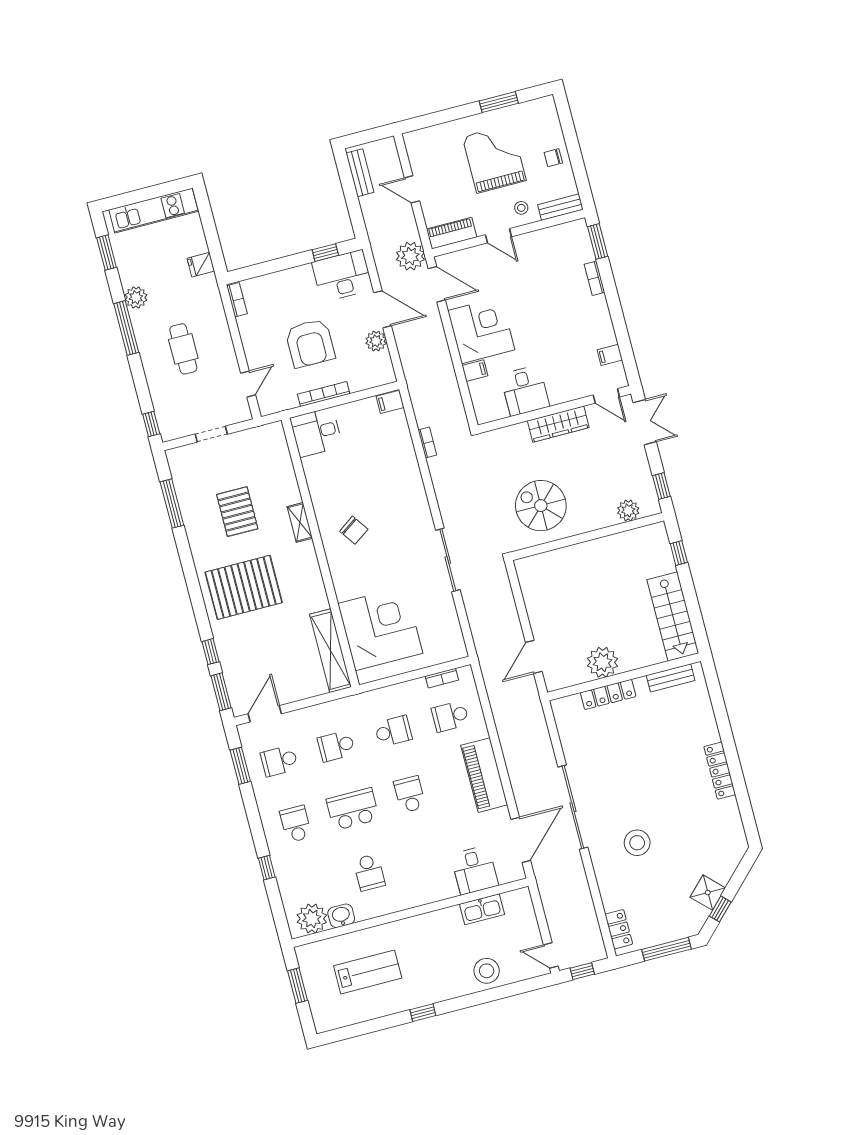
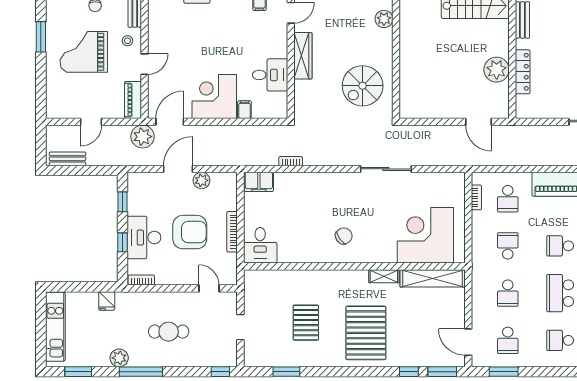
window: (277, 265) -> (123, 242), added
desk: (342, 276) -> (144, 238), moved
filing cabinet: (390, 402) -> (259, 182), width x2.00
window: (172, 504) -> (286, 372), width x0.69
pallet: (237, 512) -> (306, 323), turned 90
shelving: (300, 522) -> (384, 276), moved

